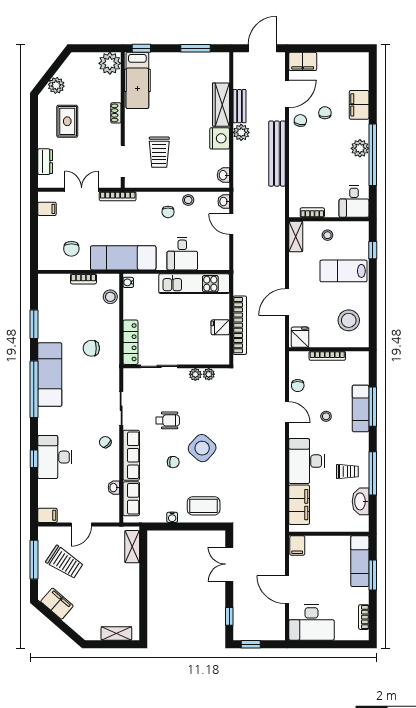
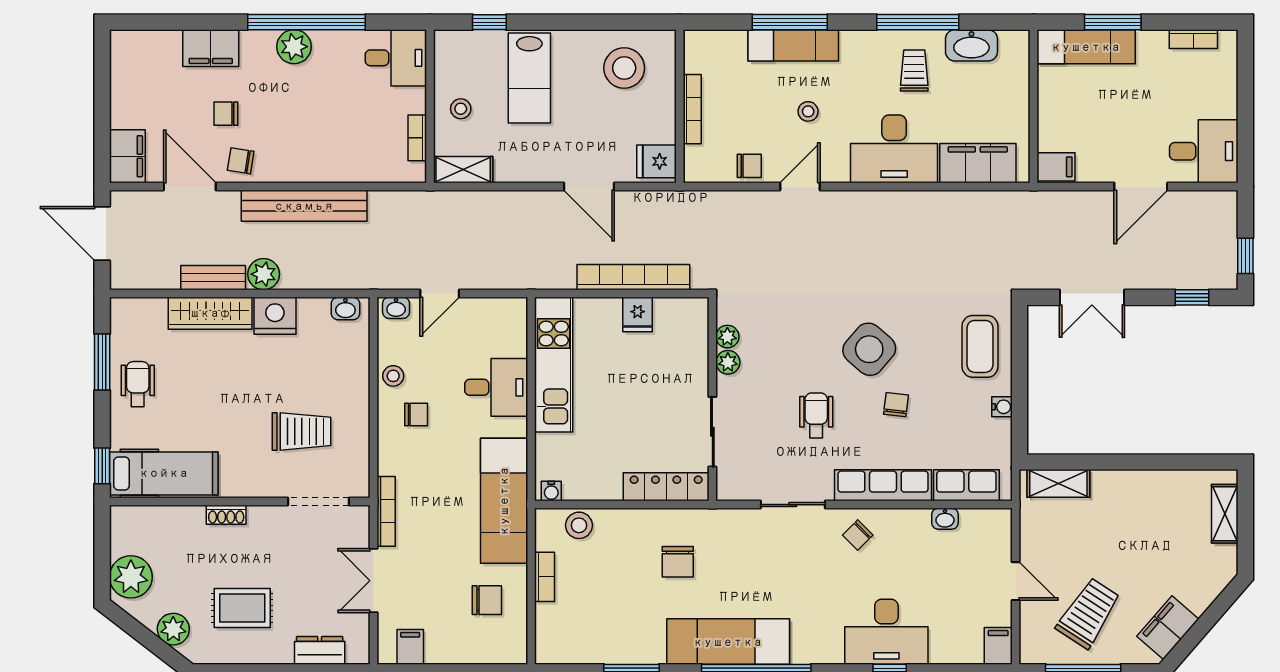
plant: (110, 63) -> (131, 577), moved
wheelchair: (184, 67) -> (138, 384), added
desk: (311, 622) -> (1204, 151), width x0.73

